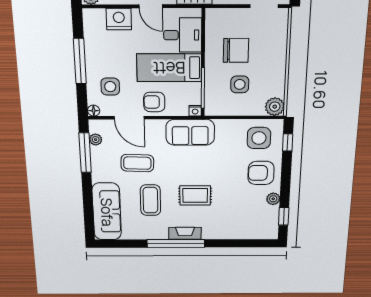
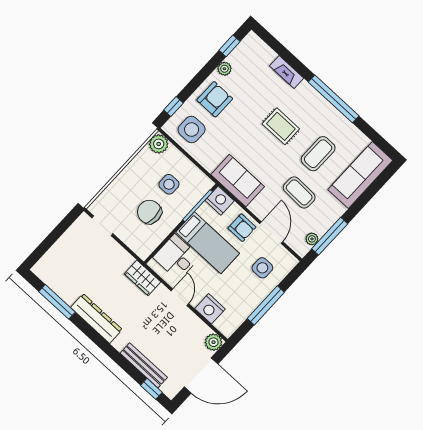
floor lamp: (94, 111) -> (292, 262), removed
nightstand: (195, 111) -> (220, 201), width x1.89, depth x1.79
armchair: (261, 173) -> (215, 99), turned -90
fireplace: (185, 233) -> (287, 72), moved

